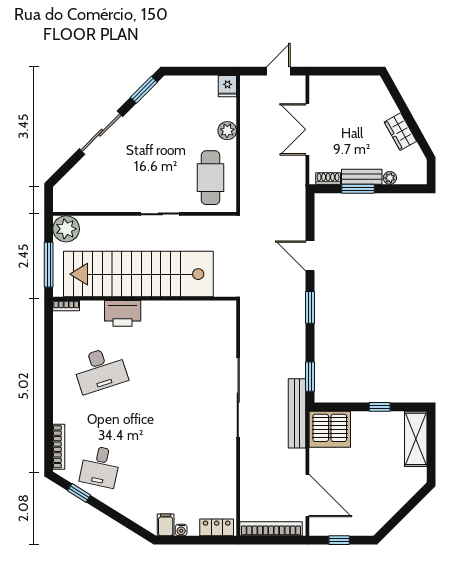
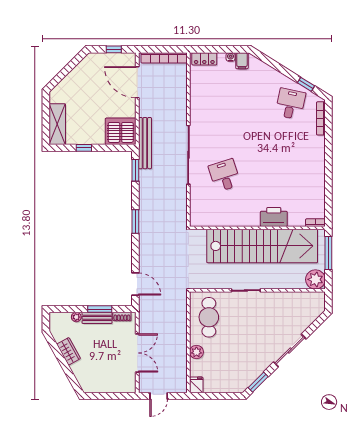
door: (310, 256) -> (135, 284), moved
desk: (100, 370) -> (225, 175), moved, width x0.73

